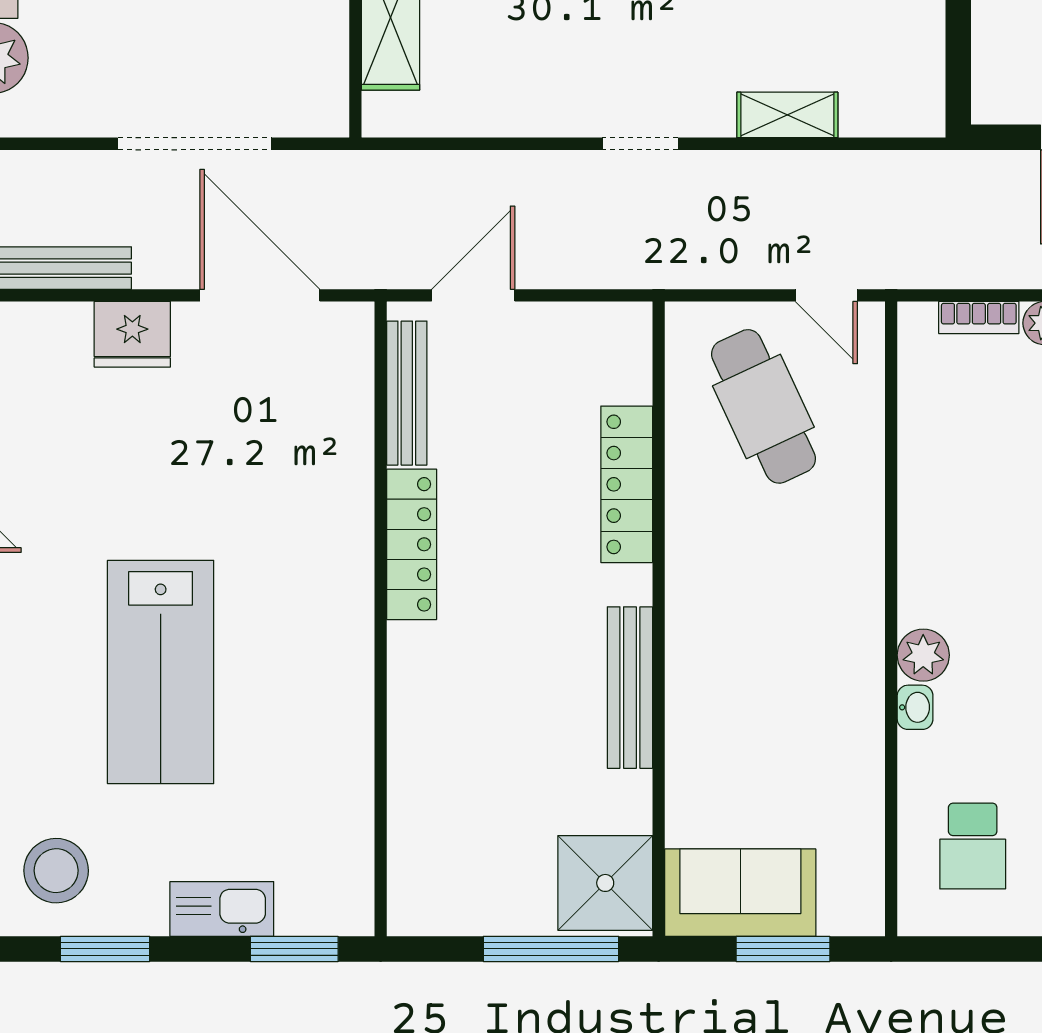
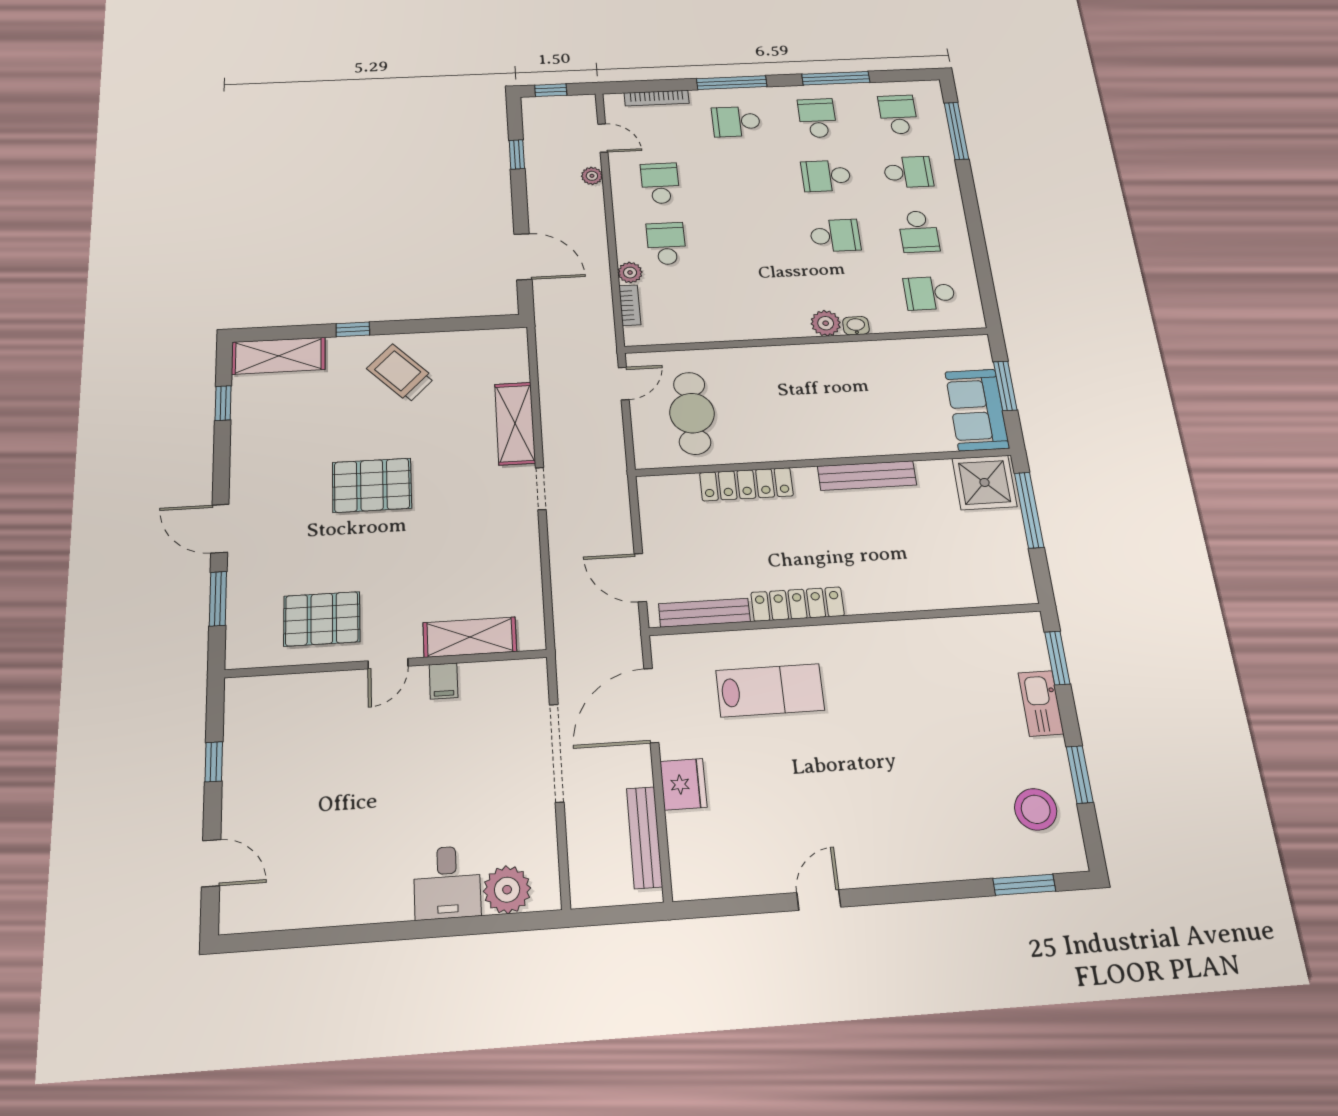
shelving: (787, 115) -> (515, 423), width x1.50, depth x1.33
cafe table: (763, 406) -> (692, 413), turned -65
lab bench: (161, 672) -> (770, 690), moved, width x0.73, depth x0.72
school desk: (973, 846) -> (929, 293), turned 180

